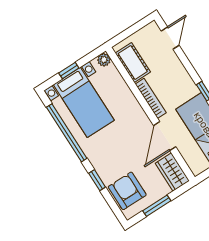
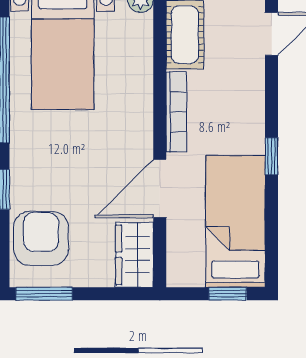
window: (157, 206) -> (44, 294), moved

